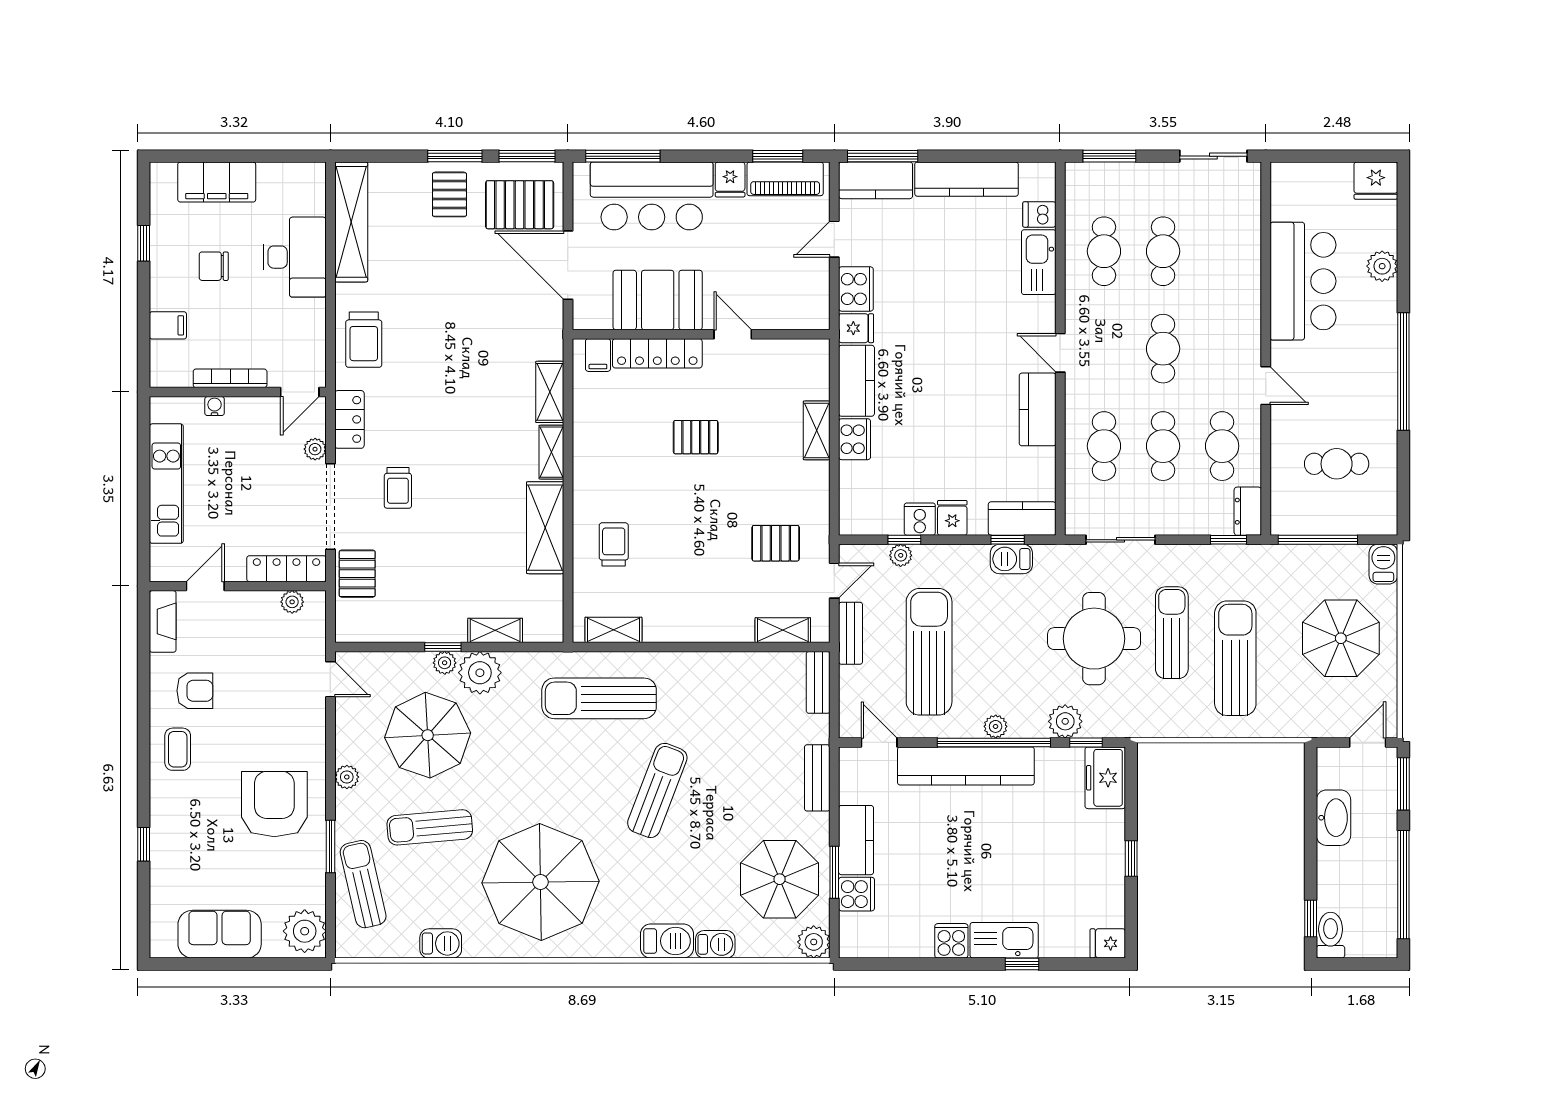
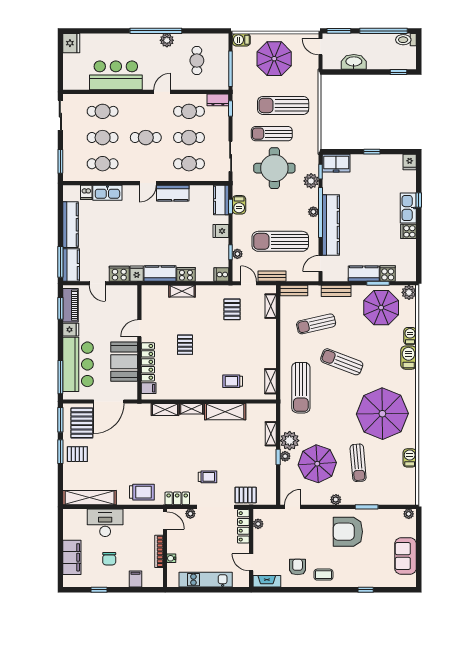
cafe table: (1222, 251) -> (103, 111), added
plant: (1382, 266) -> (167, 40), moved
cooker: (920, 519) -> (221, 275), moved
sun lounger: (363, 884) -> (316, 324), moved
plant: (305, 931) -> (409, 514), width x0.53, depth x0.53
toilet: (1331, 935) -> (406, 40), moved

